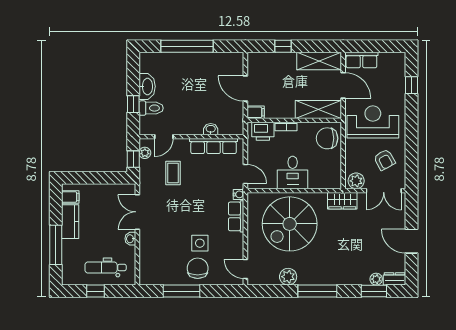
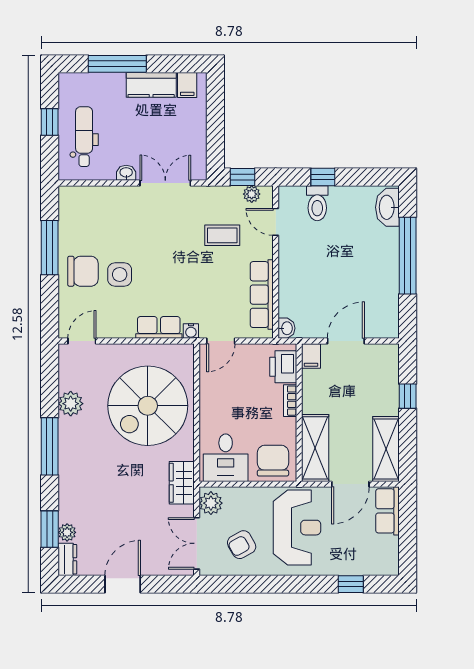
washbasin: (147, 86) -> (387, 207), moved, turned 90
washbasin: (211, 129) -> (286, 328), moved
desk: (293, 172) -> (226, 458), moved, turned -90
spiral stairs: (290, 224) -> (148, 406), turned -90

